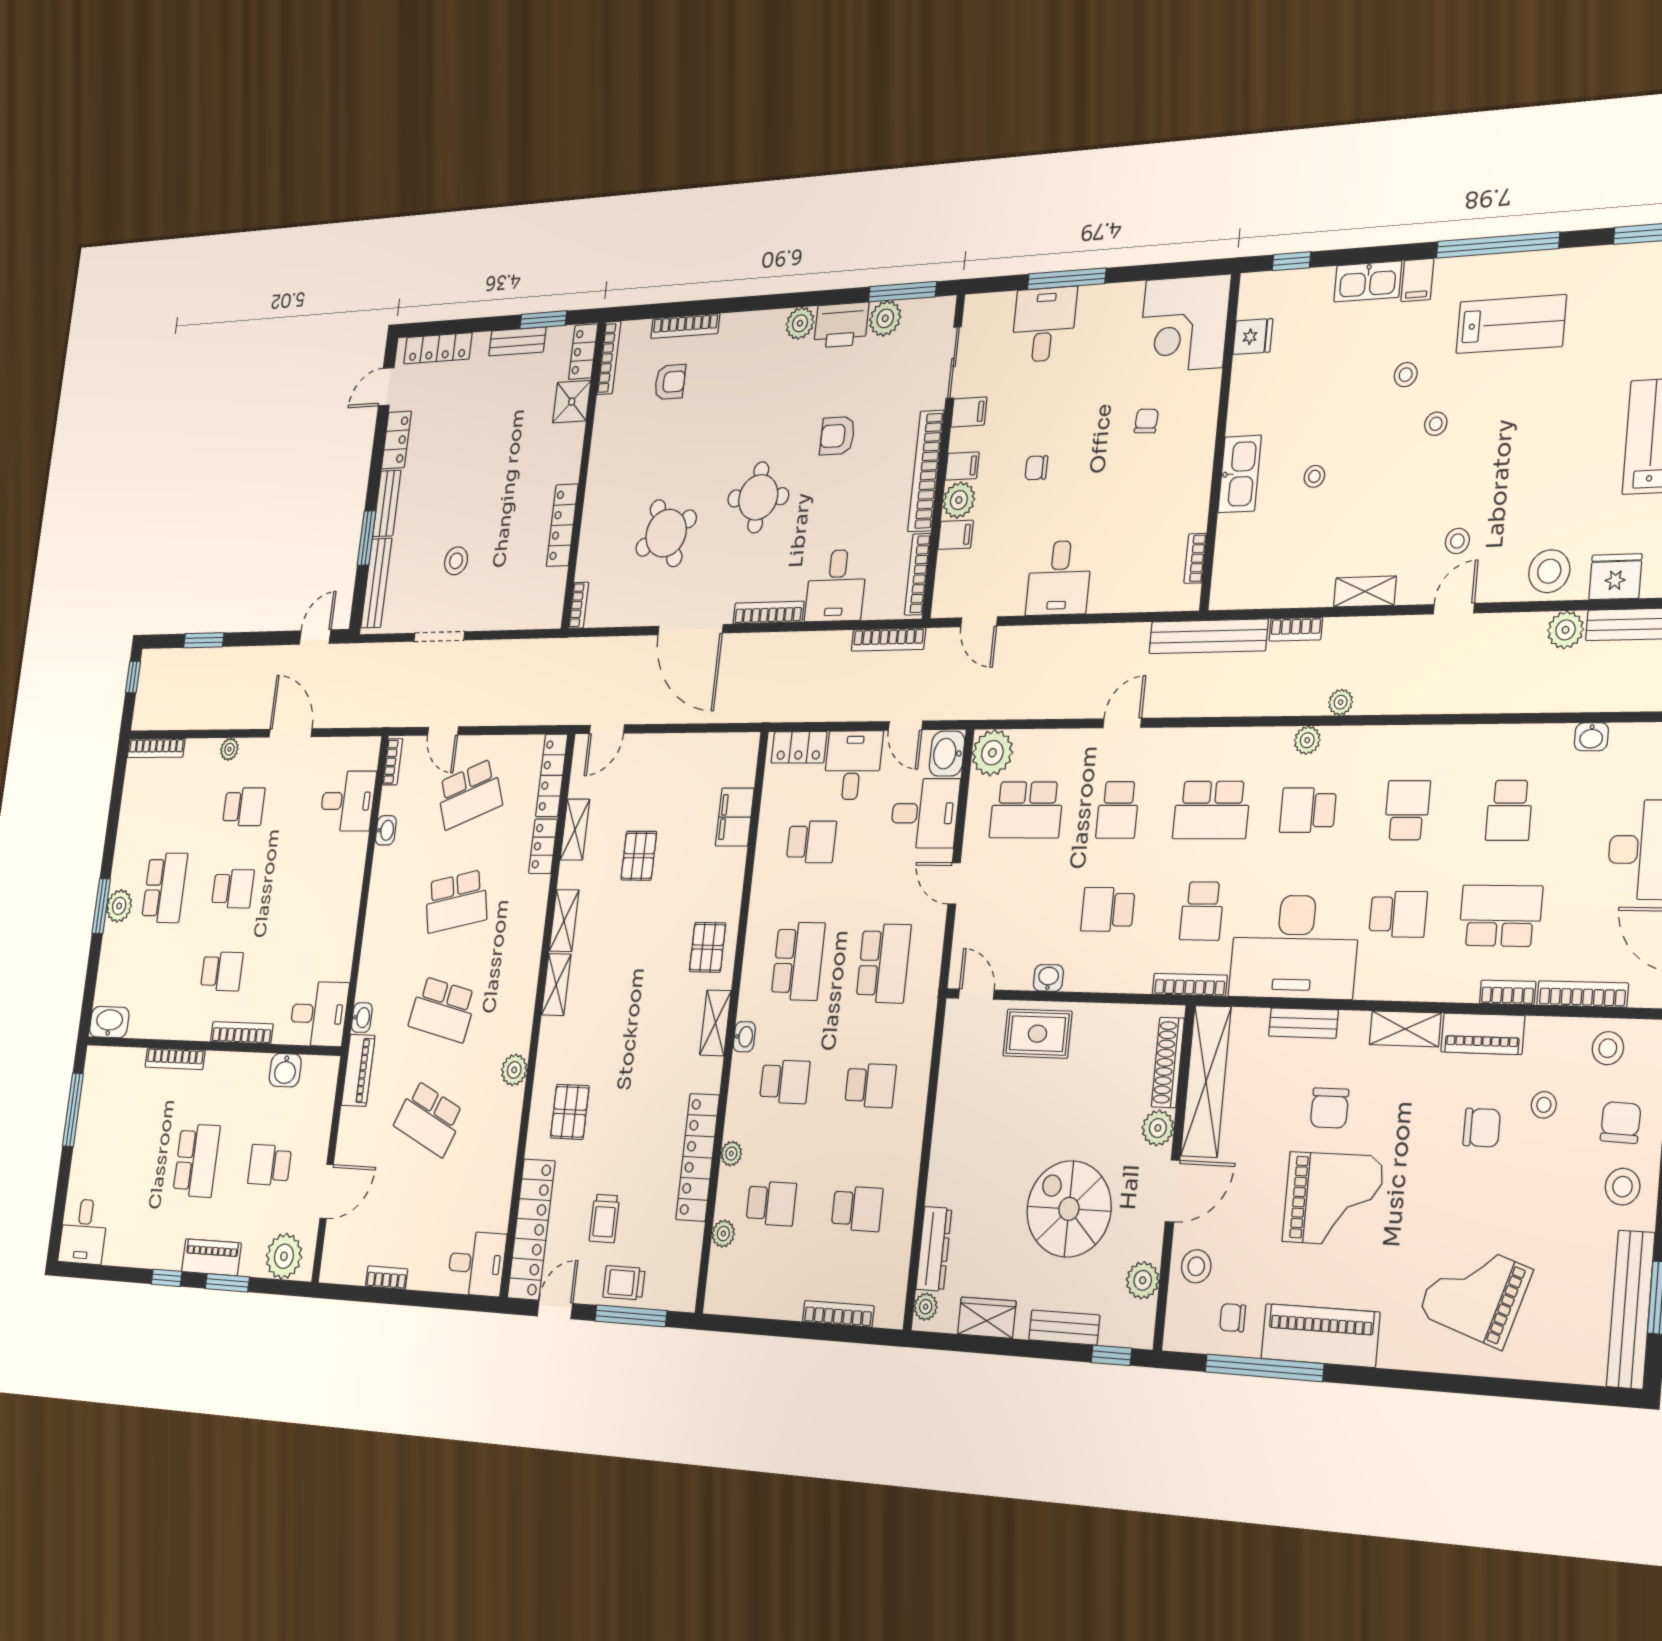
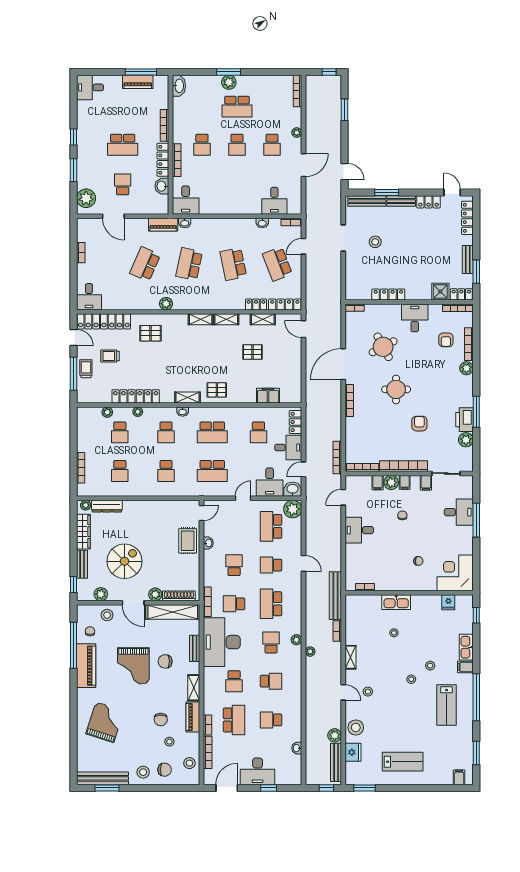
window: (902, 292) -> (476, 412), moved
plant: (800, 323) -> (466, 368), moved
desk: (836, 586) -> (415, 318), moved, turned 90
locker: (237, 1065) -> (163, 160), added
piano: (211, 1257) -> (138, 82), moved, turned 90
wardrobe: (987, 1318) -> (83, 532), width x1.50

